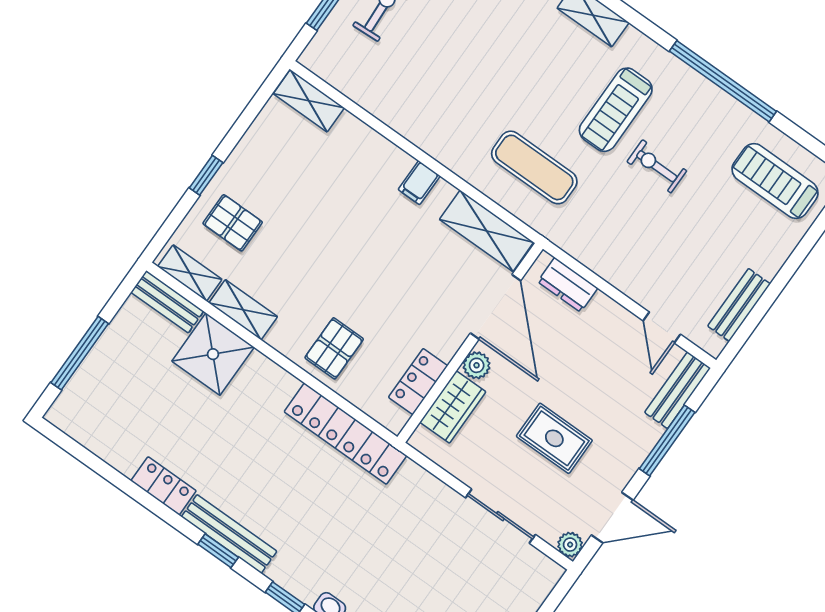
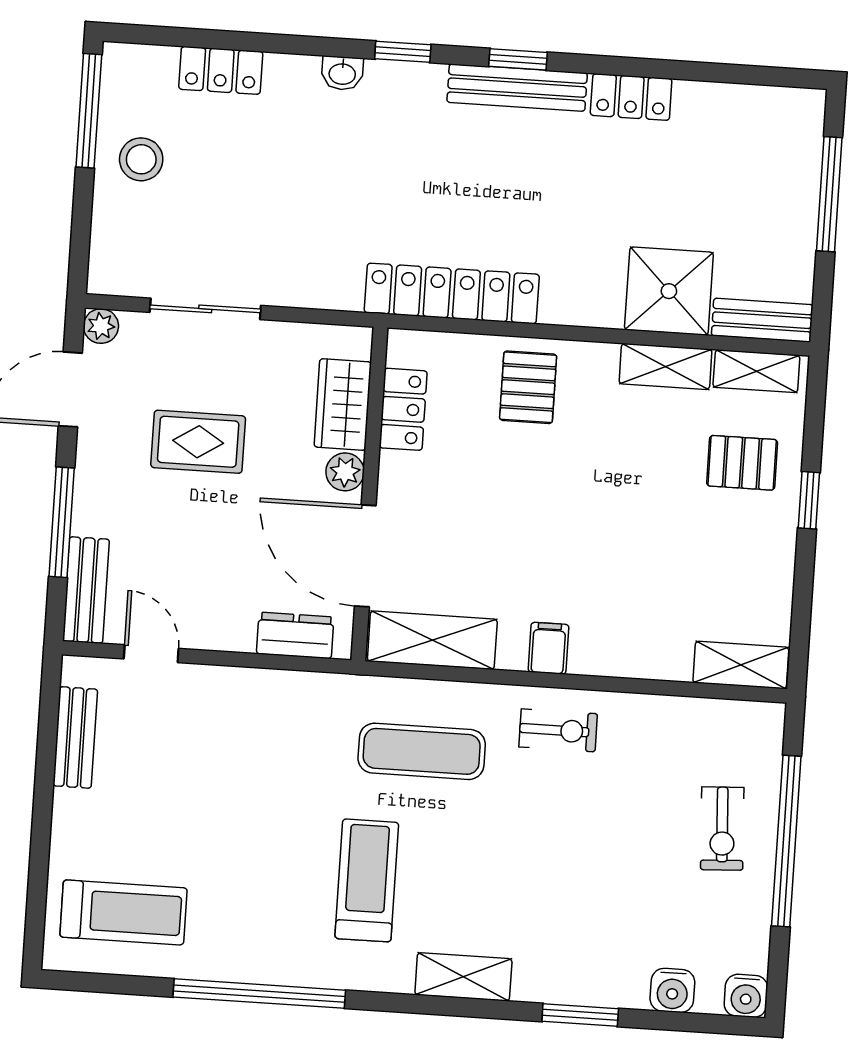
exercise bike: (657, 166) -> (558, 730), moved

